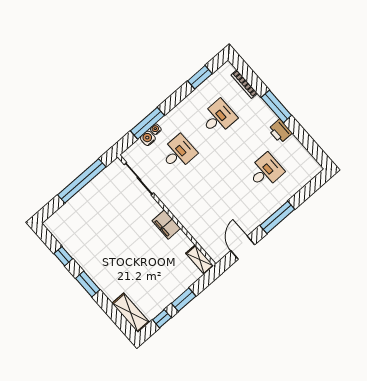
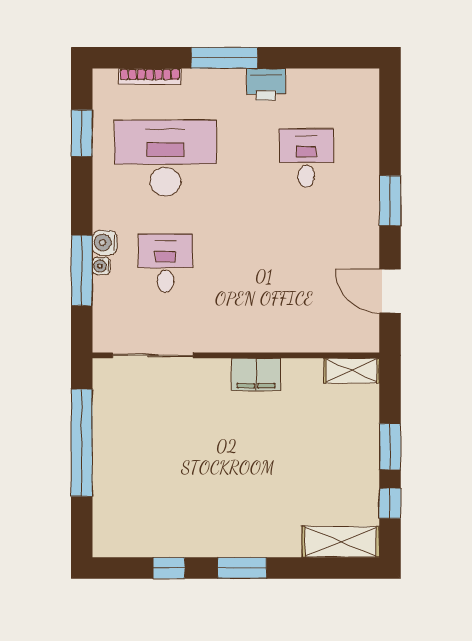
desk: (218, 117) -> (165, 158), width x1.87, depth x1.30
water cooler: (148, 138) -> (105, 243), moved
window: (277, 217) -> (390, 201), width x0.69

